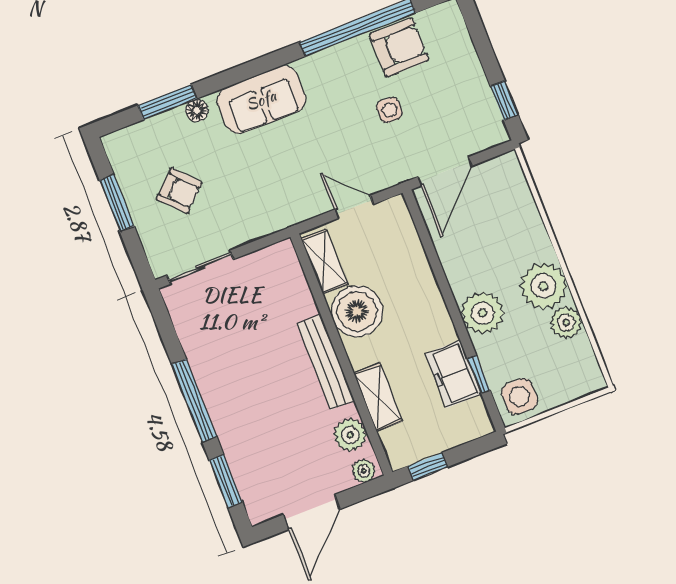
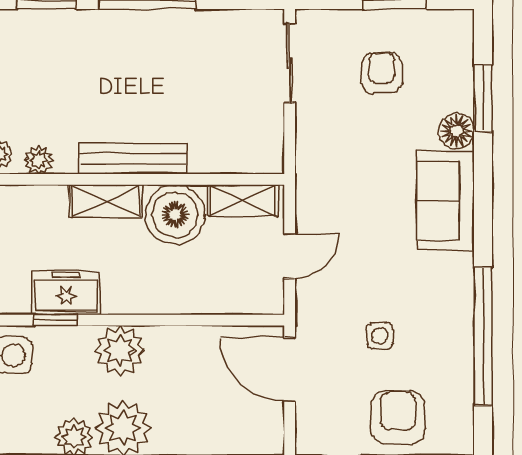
armchair: (399, 47) -> (398, 417), moved, turned 180
floor lamp: (197, 111) -> (456, 131), width x1.37, depth x1.37
armchair: (179, 191) -> (382, 73), turned 133
shelving: (378, 397) -> (106, 201), moved
plant: (350, 435) -> (39, 160), width x0.73, depth x0.73

